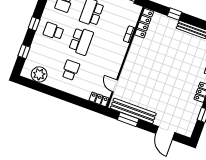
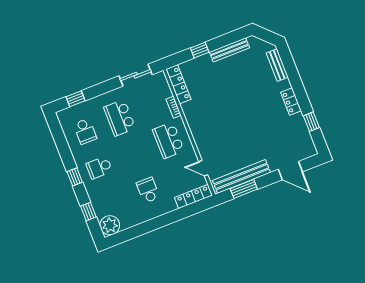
school desk: (81, 41) -> (168, 140), moved, turned 180
plant: (39, 74) -> (110, 225), moved
locker: (99, 99) -> (193, 196), width x1.53

